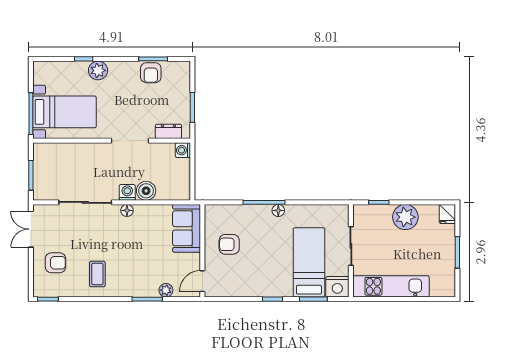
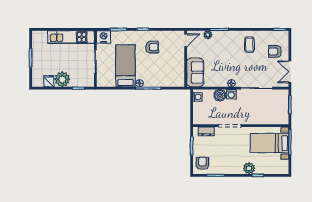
armchair: (151, 73) -> (202, 163), moved
washing machine: (183, 150) -> (197, 97), moved
fridge: (447, 214) -> (49, 81), moved
double door: (31, 229) -> (290, 72), swing flipped
armchair: (229, 244) -> (152, 47), moved
bed: (309, 262) -> (125, 66), moved, turned 180

